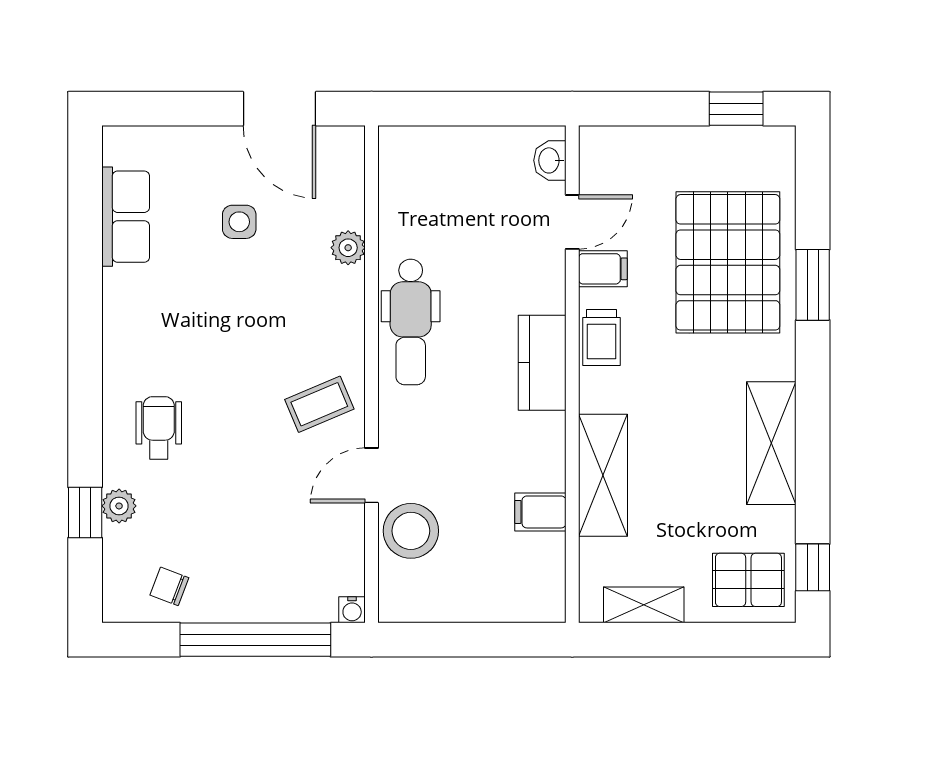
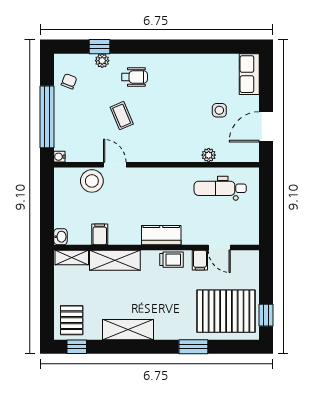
washbasin: (550, 160) -> (61, 237), moved, turned 90
row of seats: (126, 217) -> (249, 74), moved, turned 90
pallet: (728, 262) -> (226, 311), moved
dental chair: (411, 322) -> (220, 188), moved
trolley: (602, 338) -> (172, 260), turned 180
coffee table: (319, 404) -> (122, 116), moved
shelving: (644, 605) -> (72, 258), moved, turned 90

